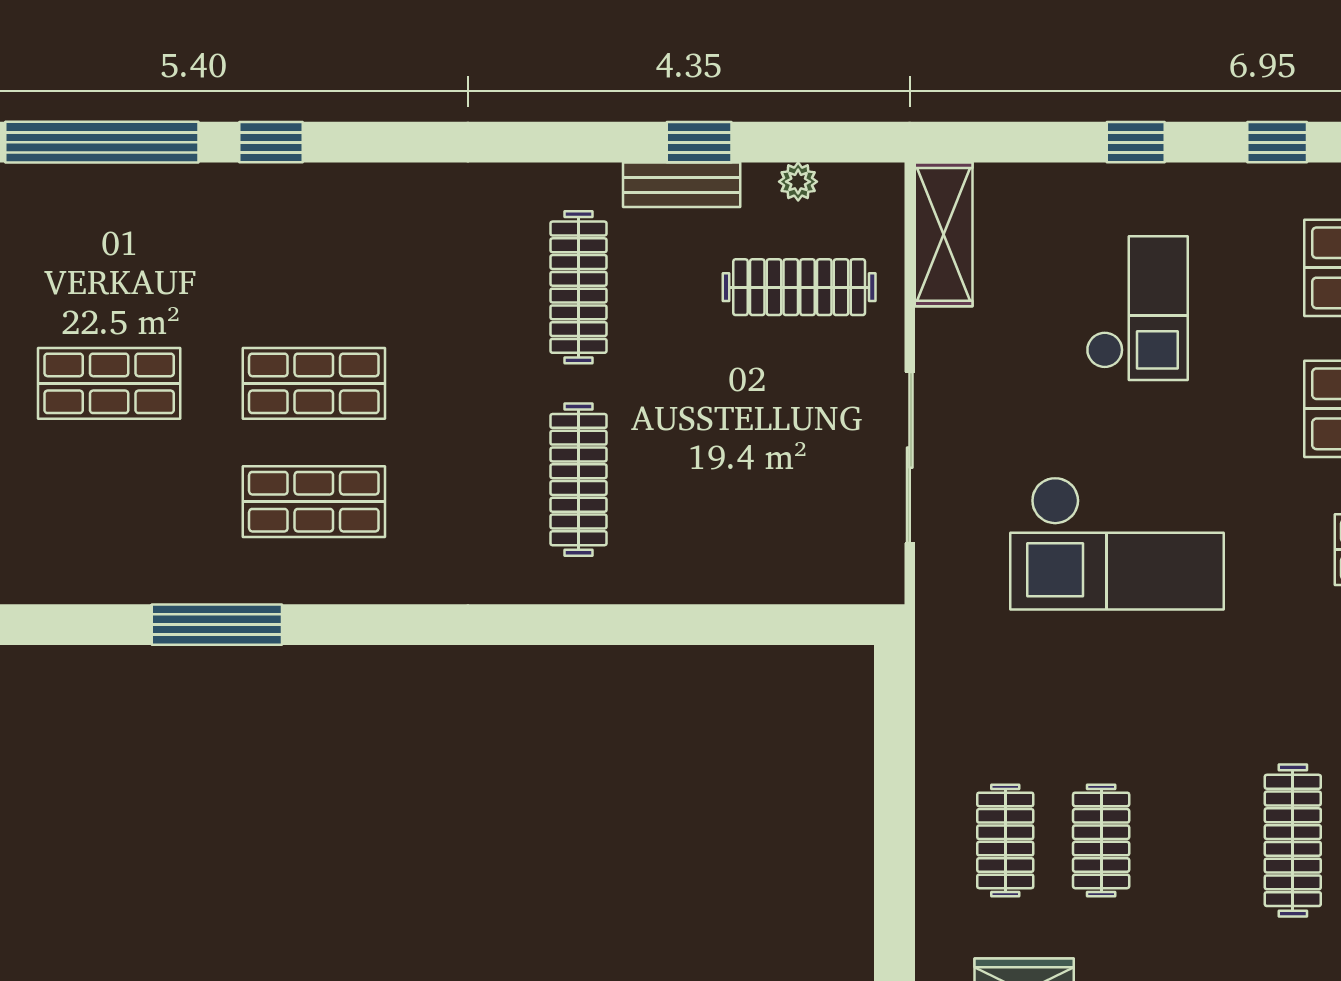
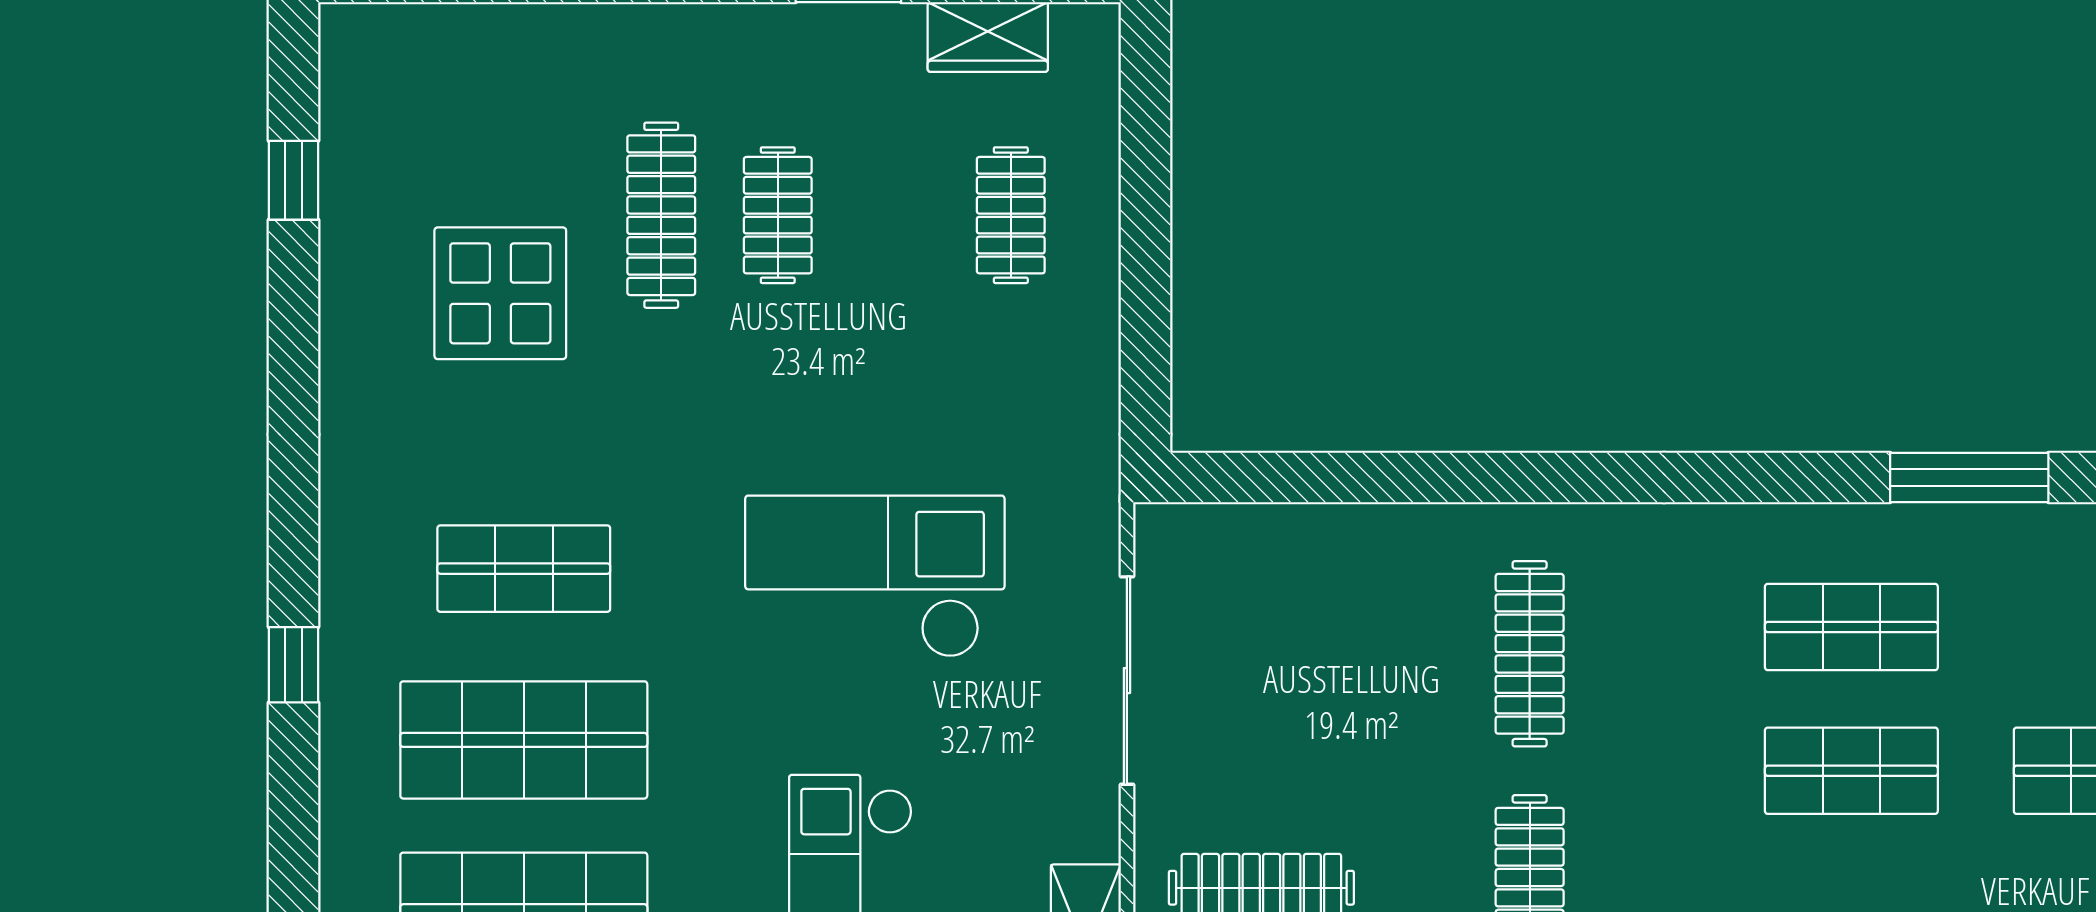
clothes rail: (1101, 840) -> (778, 215), moved

